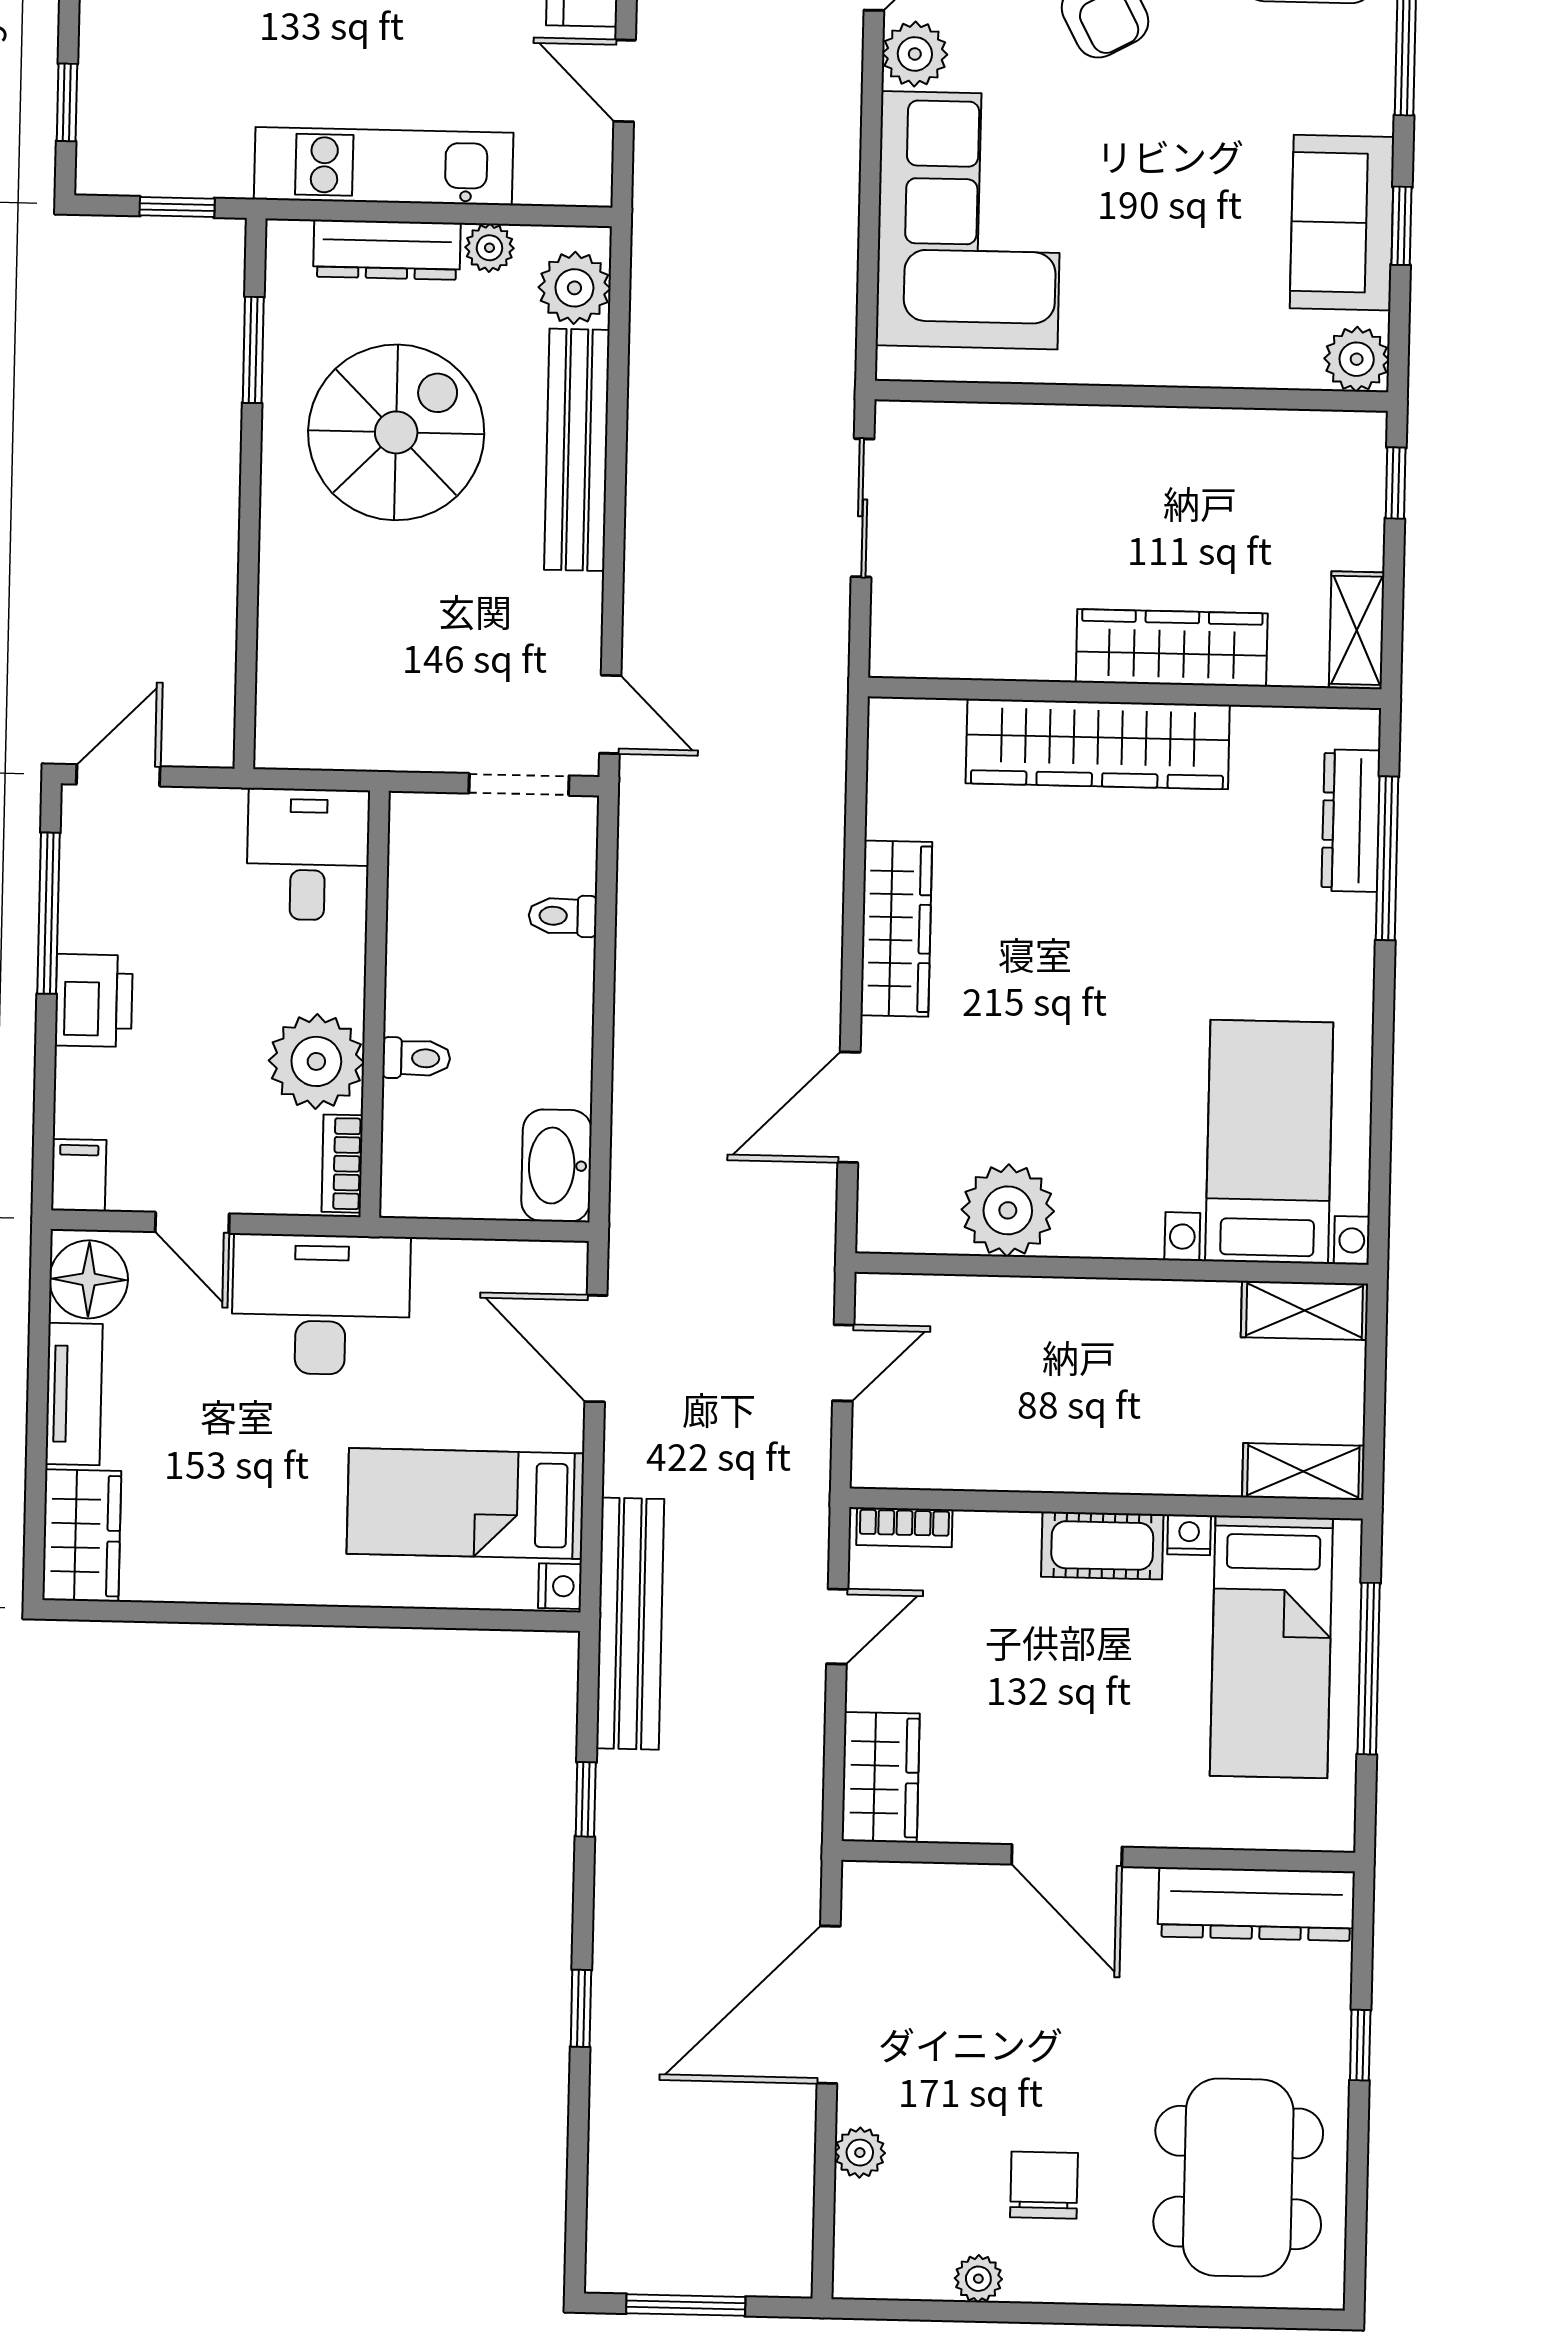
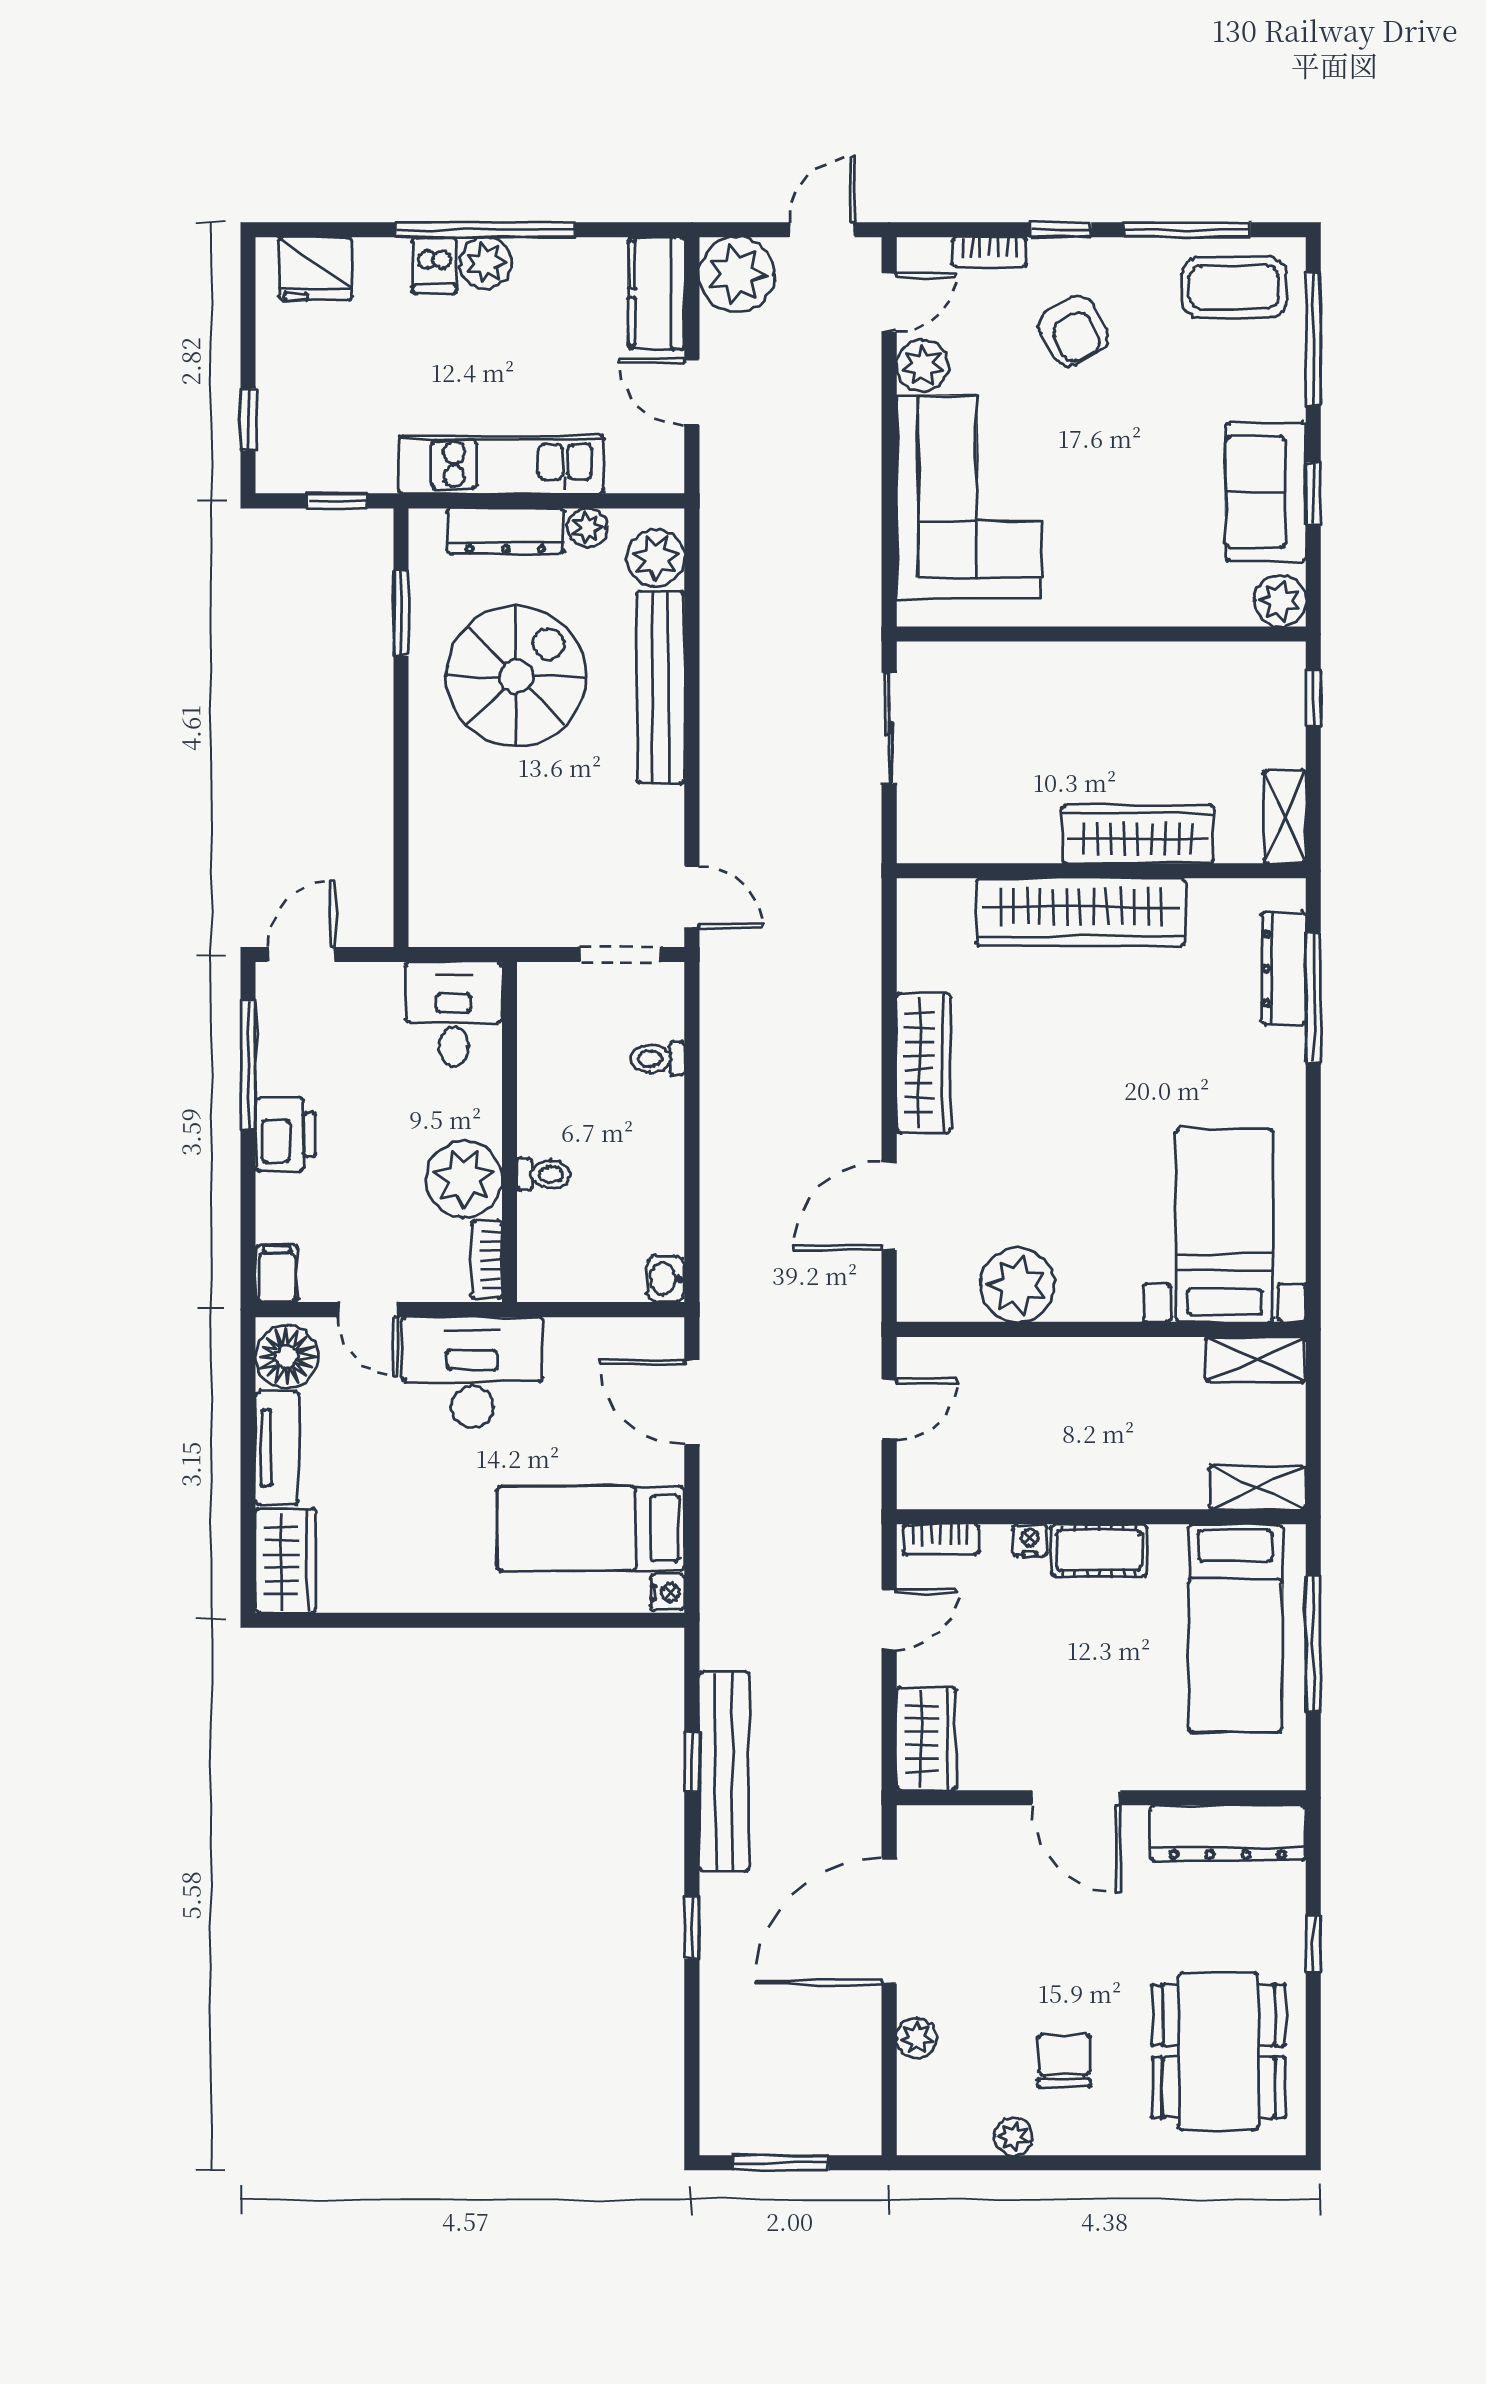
washbasin: (556, 1166) -> (666, 1279), width x0.52, depth x0.69
nightstand: (1189, 1535) -> (1030, 1540), moved
bench: (630, 1624) -> (724, 1771), moved

